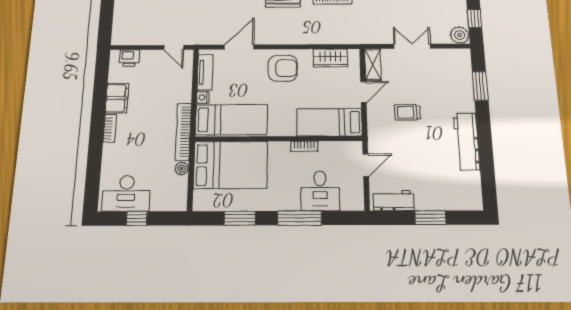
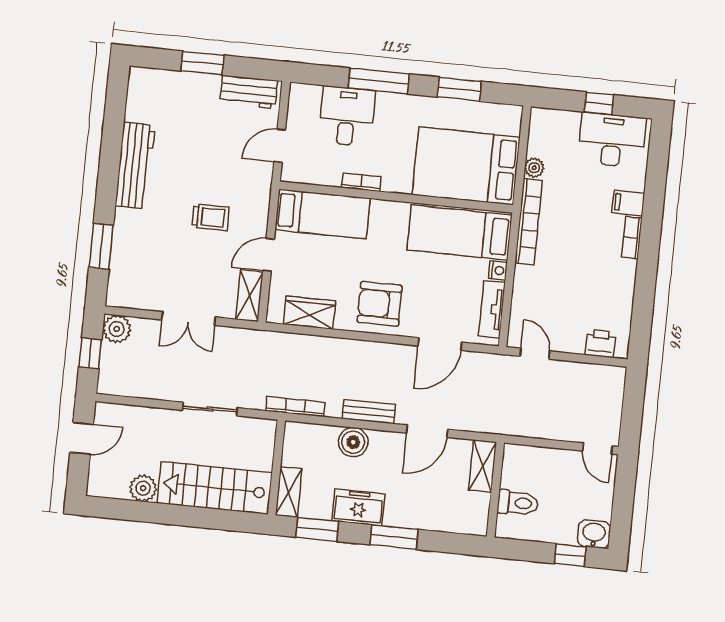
filing cabinet: (117, 98) -> (628, 203), moved, width x0.50

